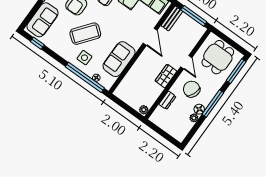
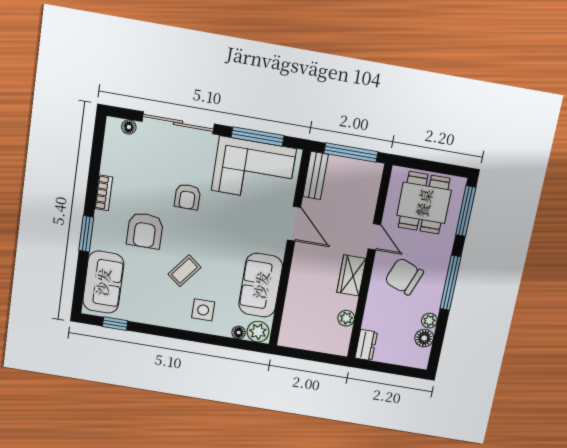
coffee table: (85, 34) -> (184, 271), width x0.54, depth x0.58
window: (85, 77) -> (220, 341), removed
plant: (106, 82) -> (258, 332), added
dresser: (167, 100) -> (366, 345), moved
floor lamp: (199, 109) -> (424, 338), moved
plant: (144, 110) -> (346, 318), moved

